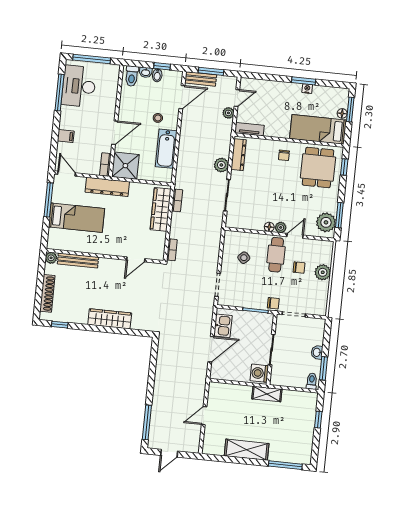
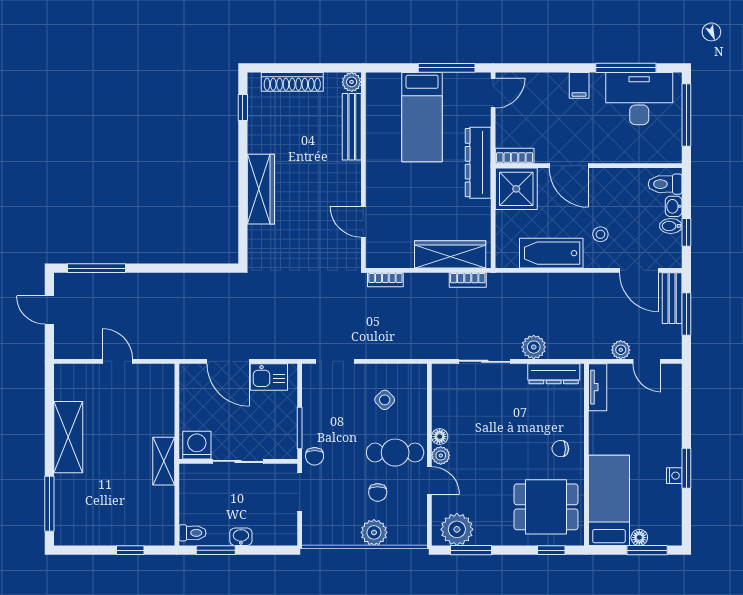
filing cabinet: (66, 136) -> (579, 85), moved

